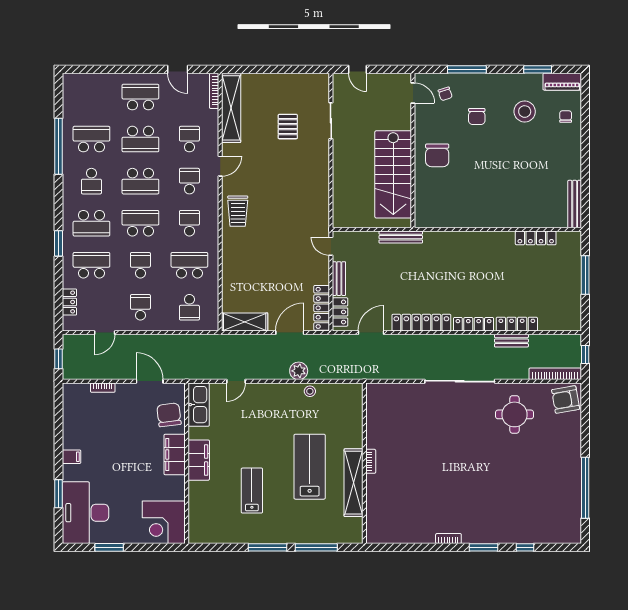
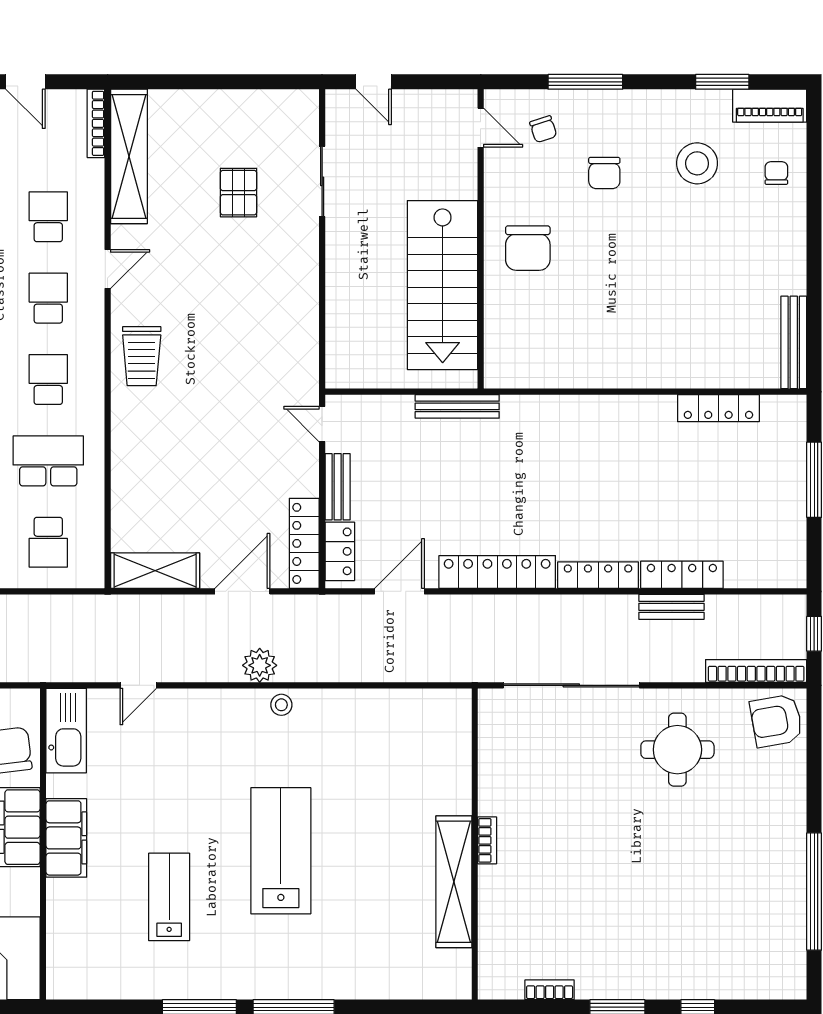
bookcase: (371, 461) -> (487, 840), moved
wall: (364, 463) -> (475, 844), moved
shelving: (354, 483) -> (454, 882), moved

